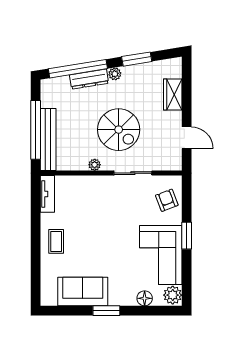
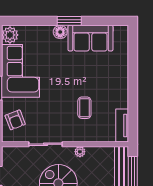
coffee table: (56, 241) -> (84, 108), moved
floor lamp: (145, 298) -> (60, 32), moved

